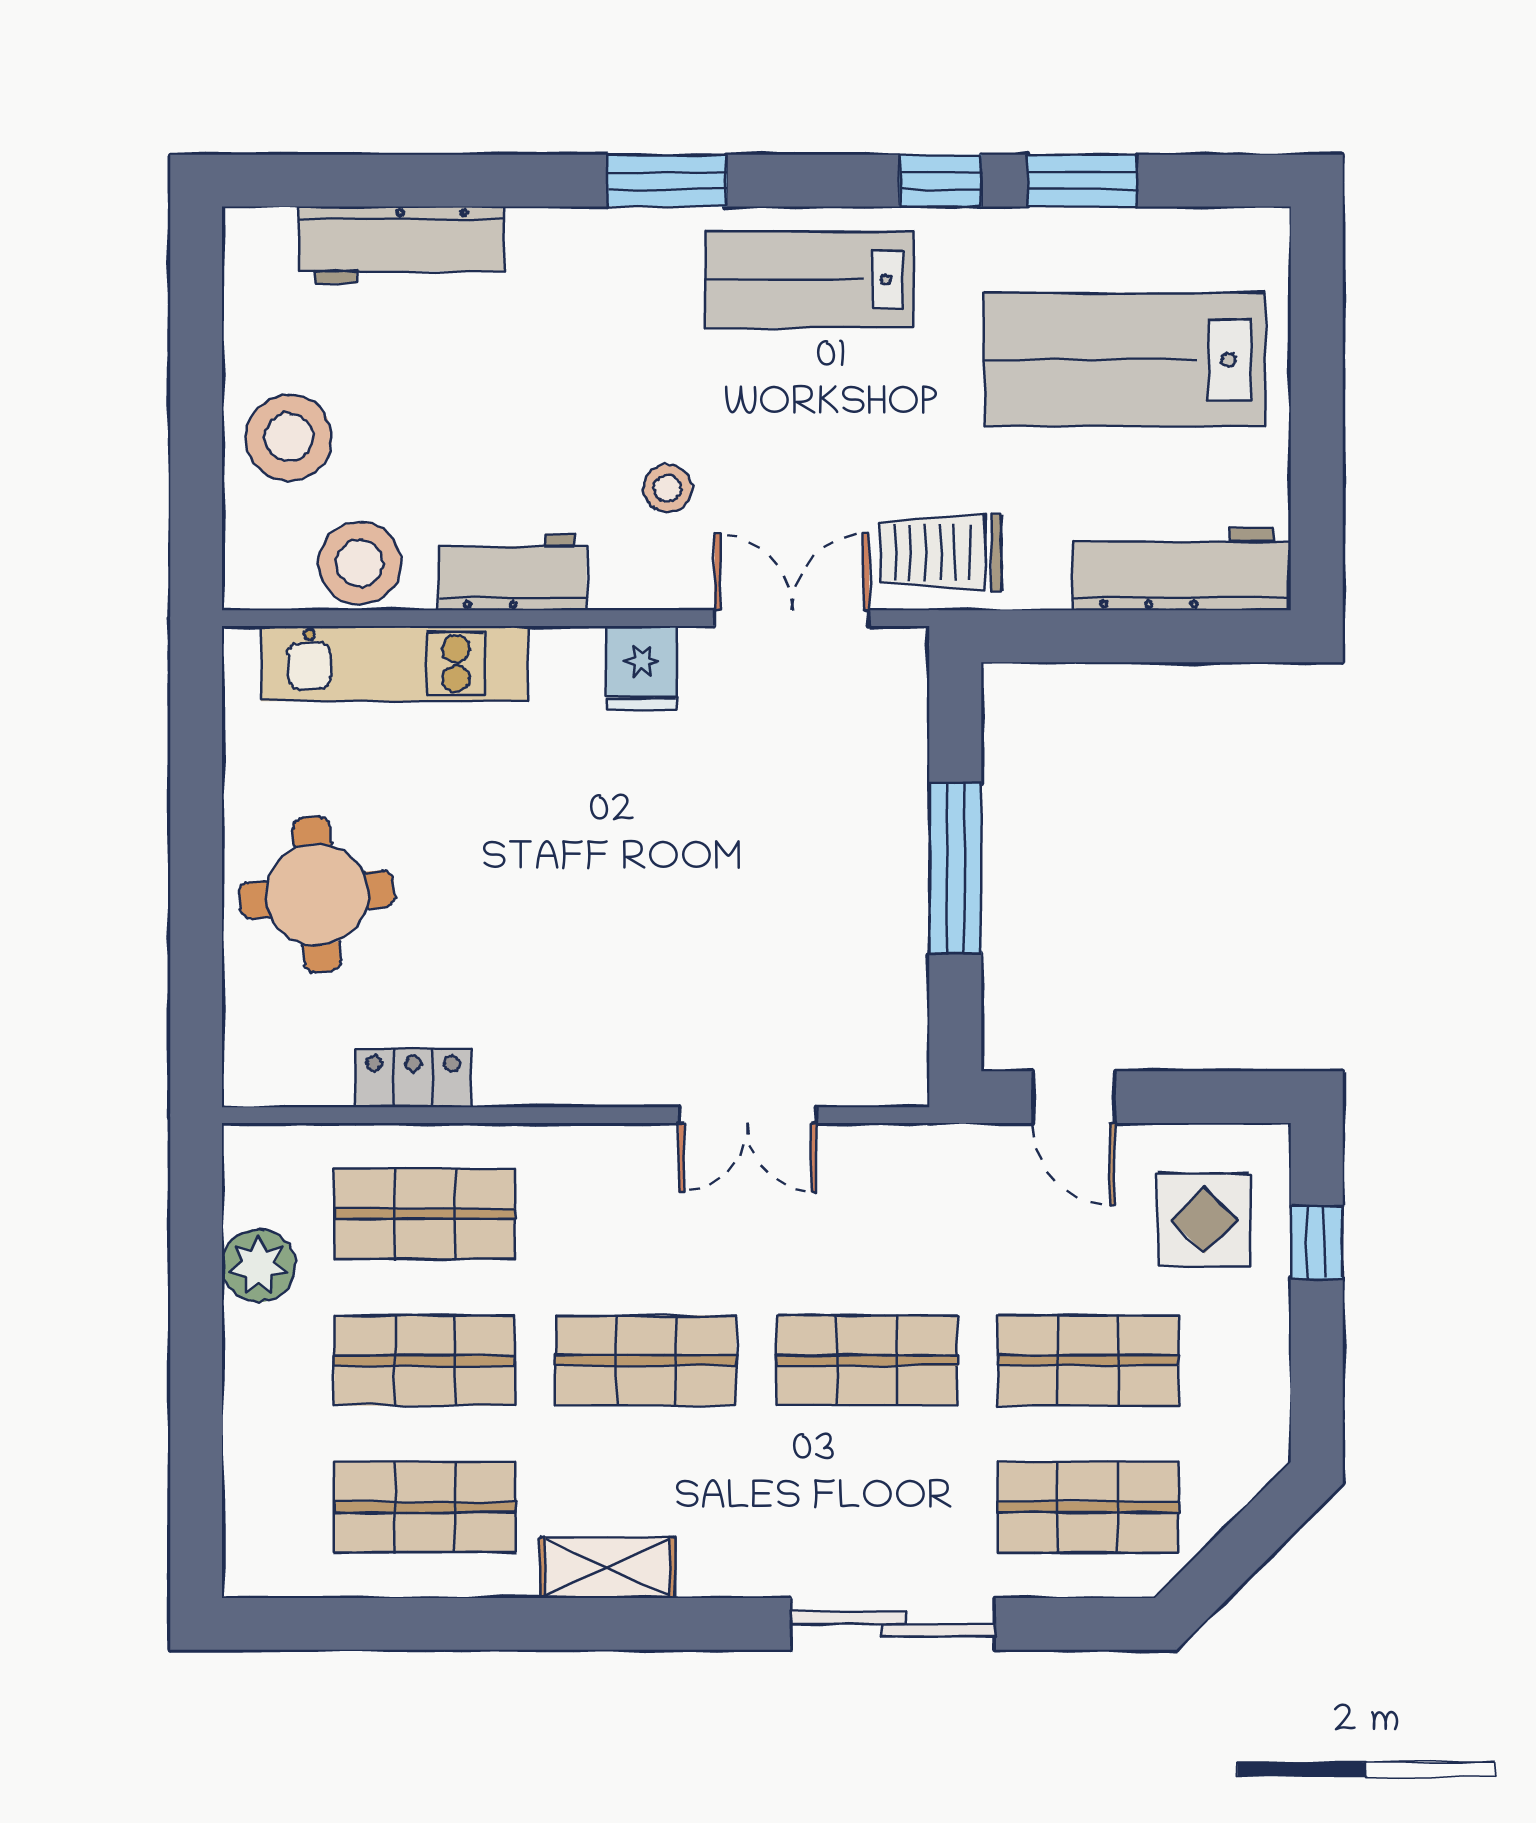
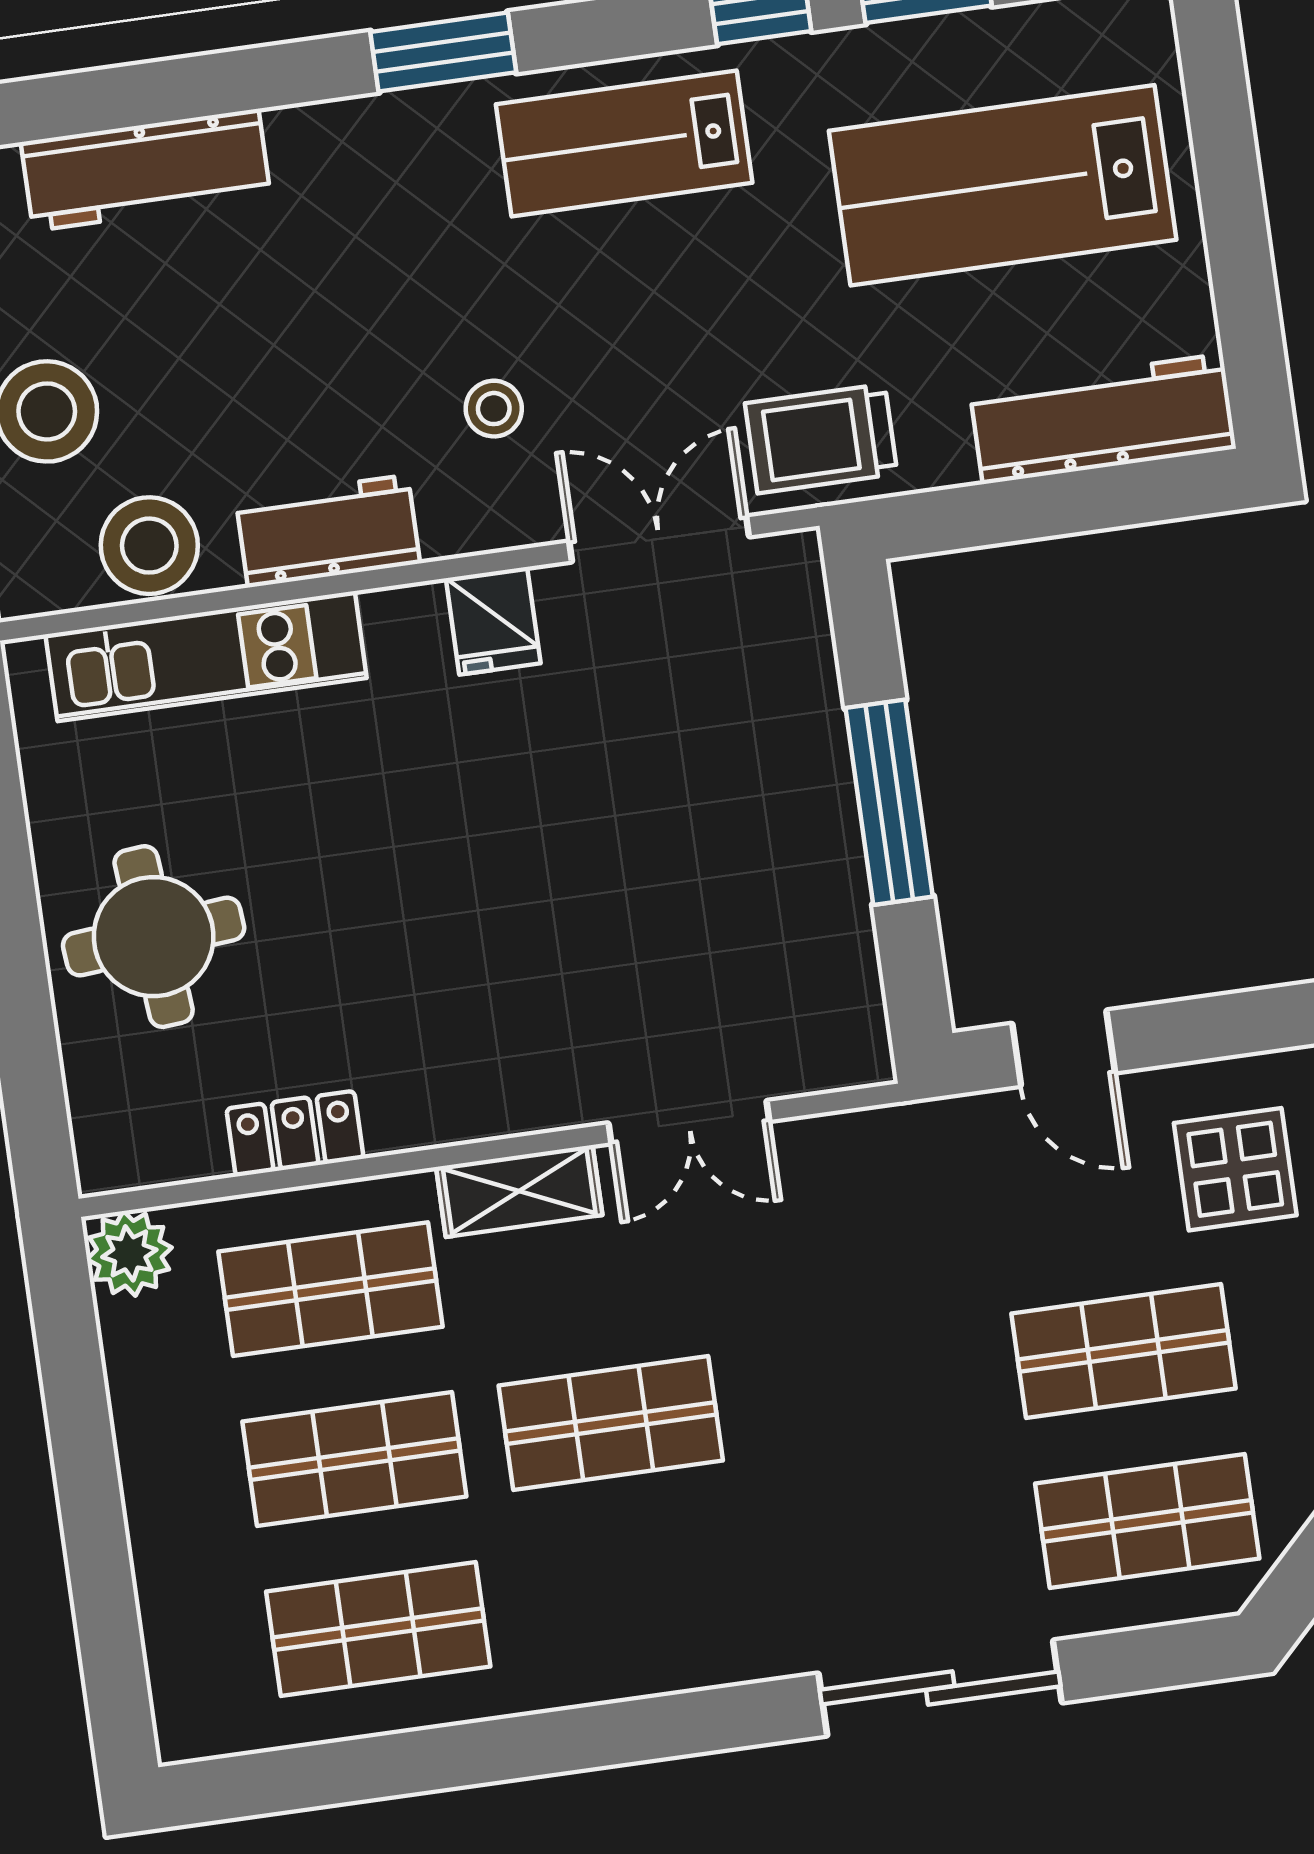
plant: (259, 1266) -> (129, 1253), moved
shop shelf: (867, 1361) -> (867, 1387), removed
shelving: (607, 1568) -> (519, 1191), moved

